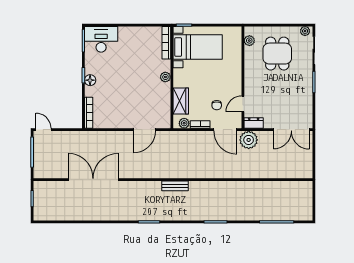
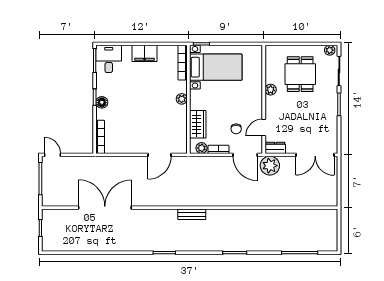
filing cabinet: (130, 34) -> (145, 53), added
desk: (101, 39) -> (109, 59), width x0.73
plant: (249, 41) -> (271, 90), moved

